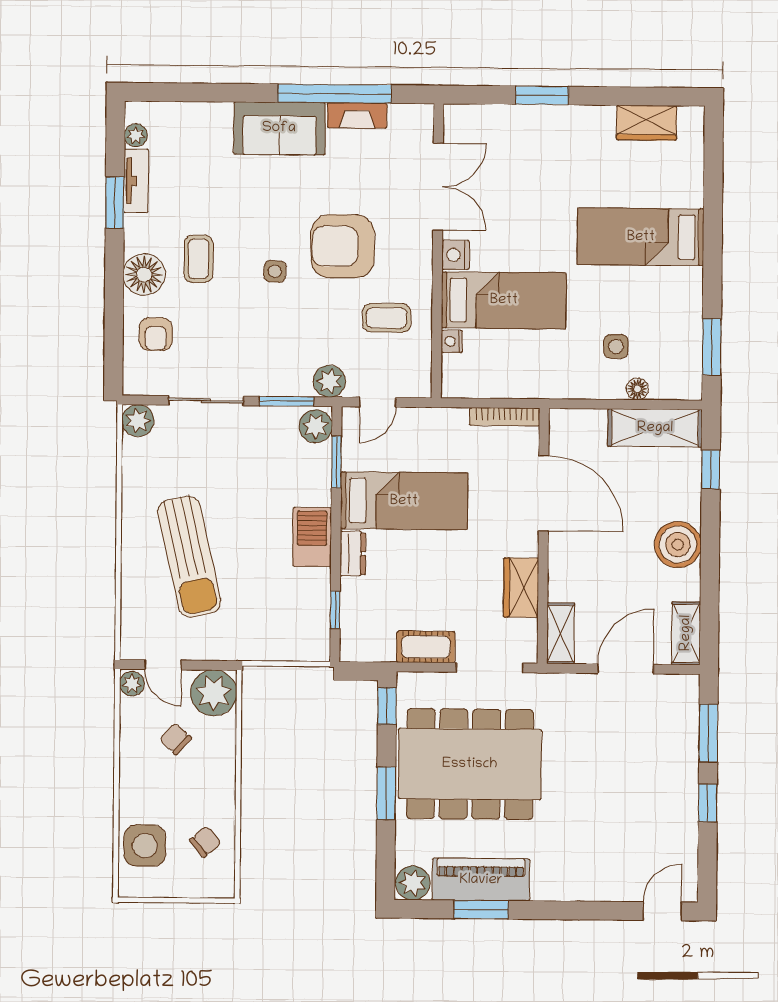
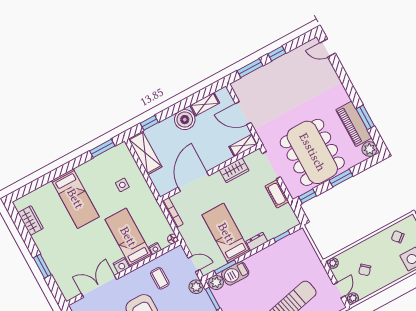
floor lamp: (637, 389) -> (173, 239), moved
barbecue: (312, 537) -> (235, 273), moved
shelving: (686, 633) -> (205, 104), moved
plant: (214, 693) -> (333, 263), width x0.53, depth x0.53

